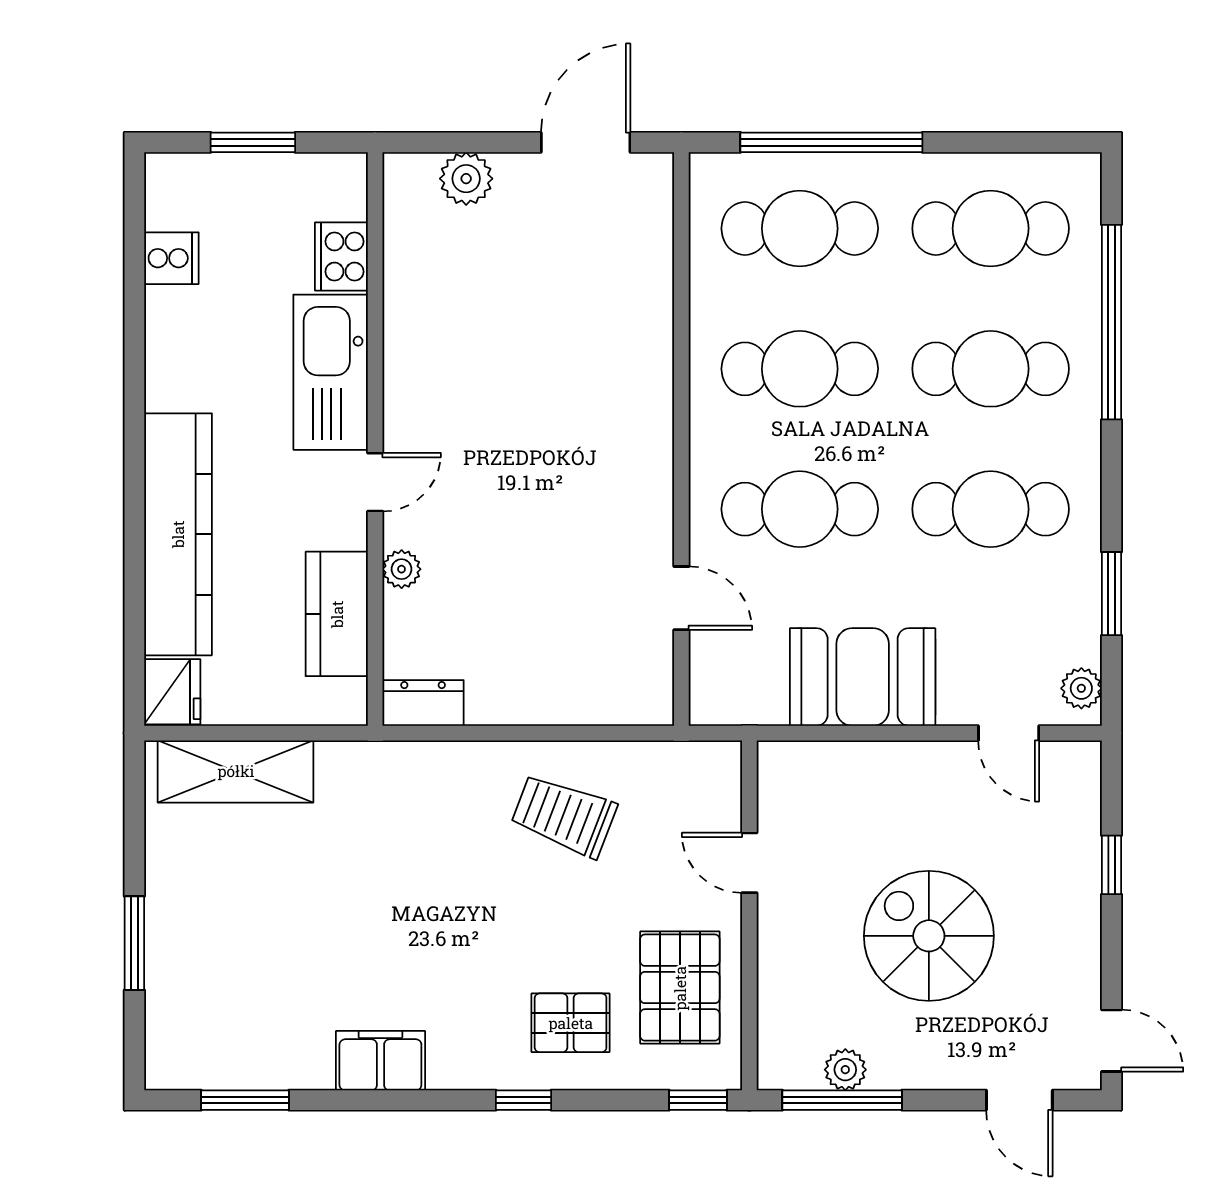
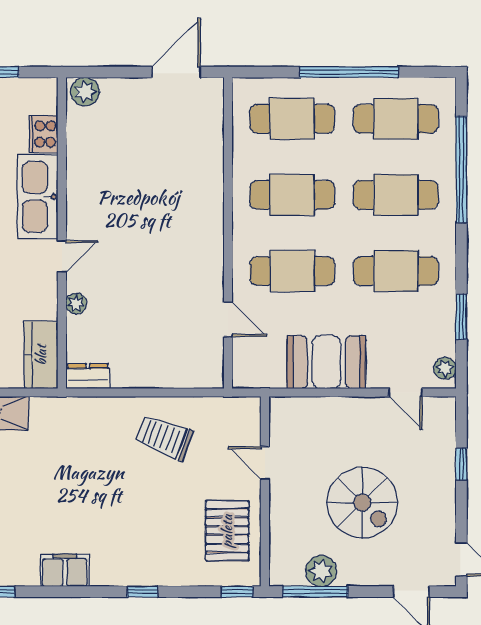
window: (831, 142) -> (349, 72), moved
plant: (466, 179) -> (85, 92), moved
kitchen counter: (337, 614) -> (41, 355), moved
spiral stairs: (929, 936) -> (362, 503), turned 180
pallet: (571, 1023) -> (168, 550), removed
plant: (845, 1070) -> (321, 571), width x1.38, depth x1.38

